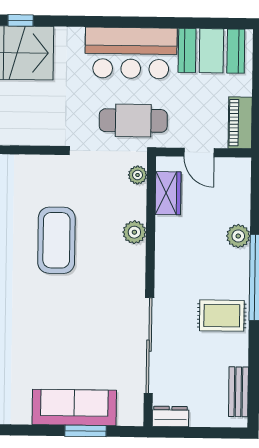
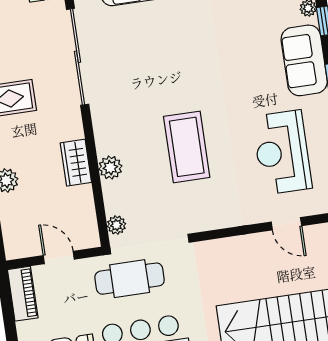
wardrobe: (168, 193) -> (76, 163), moved

